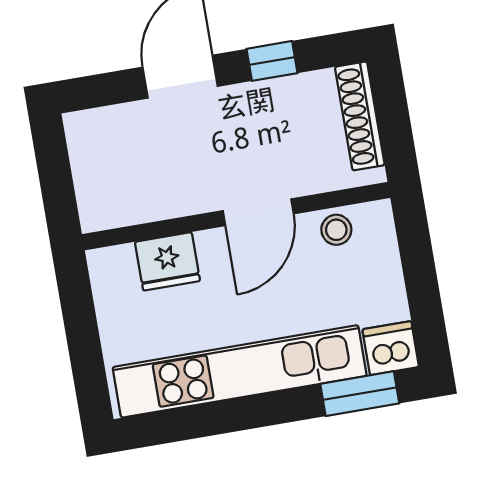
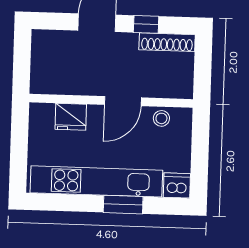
shoe rack: (360, 116) -> (167, 42), moved, turned -90
window: (360, 394) -> (123, 205), moved

